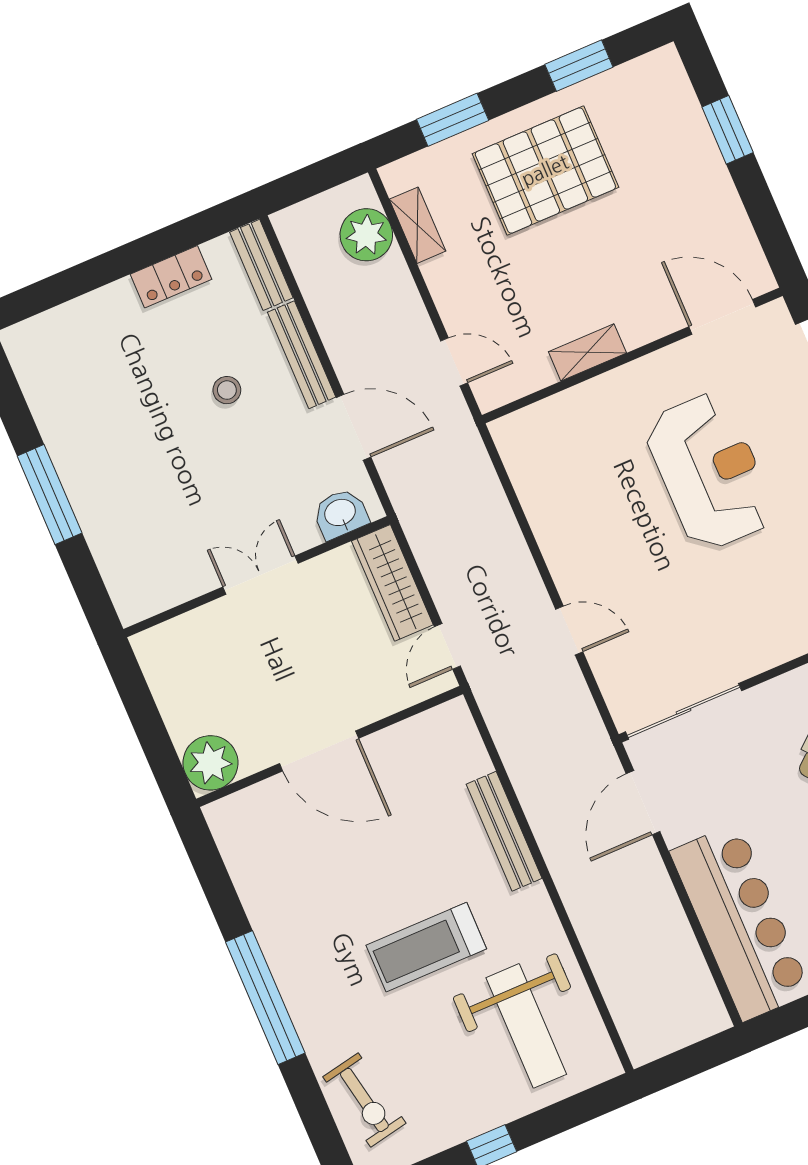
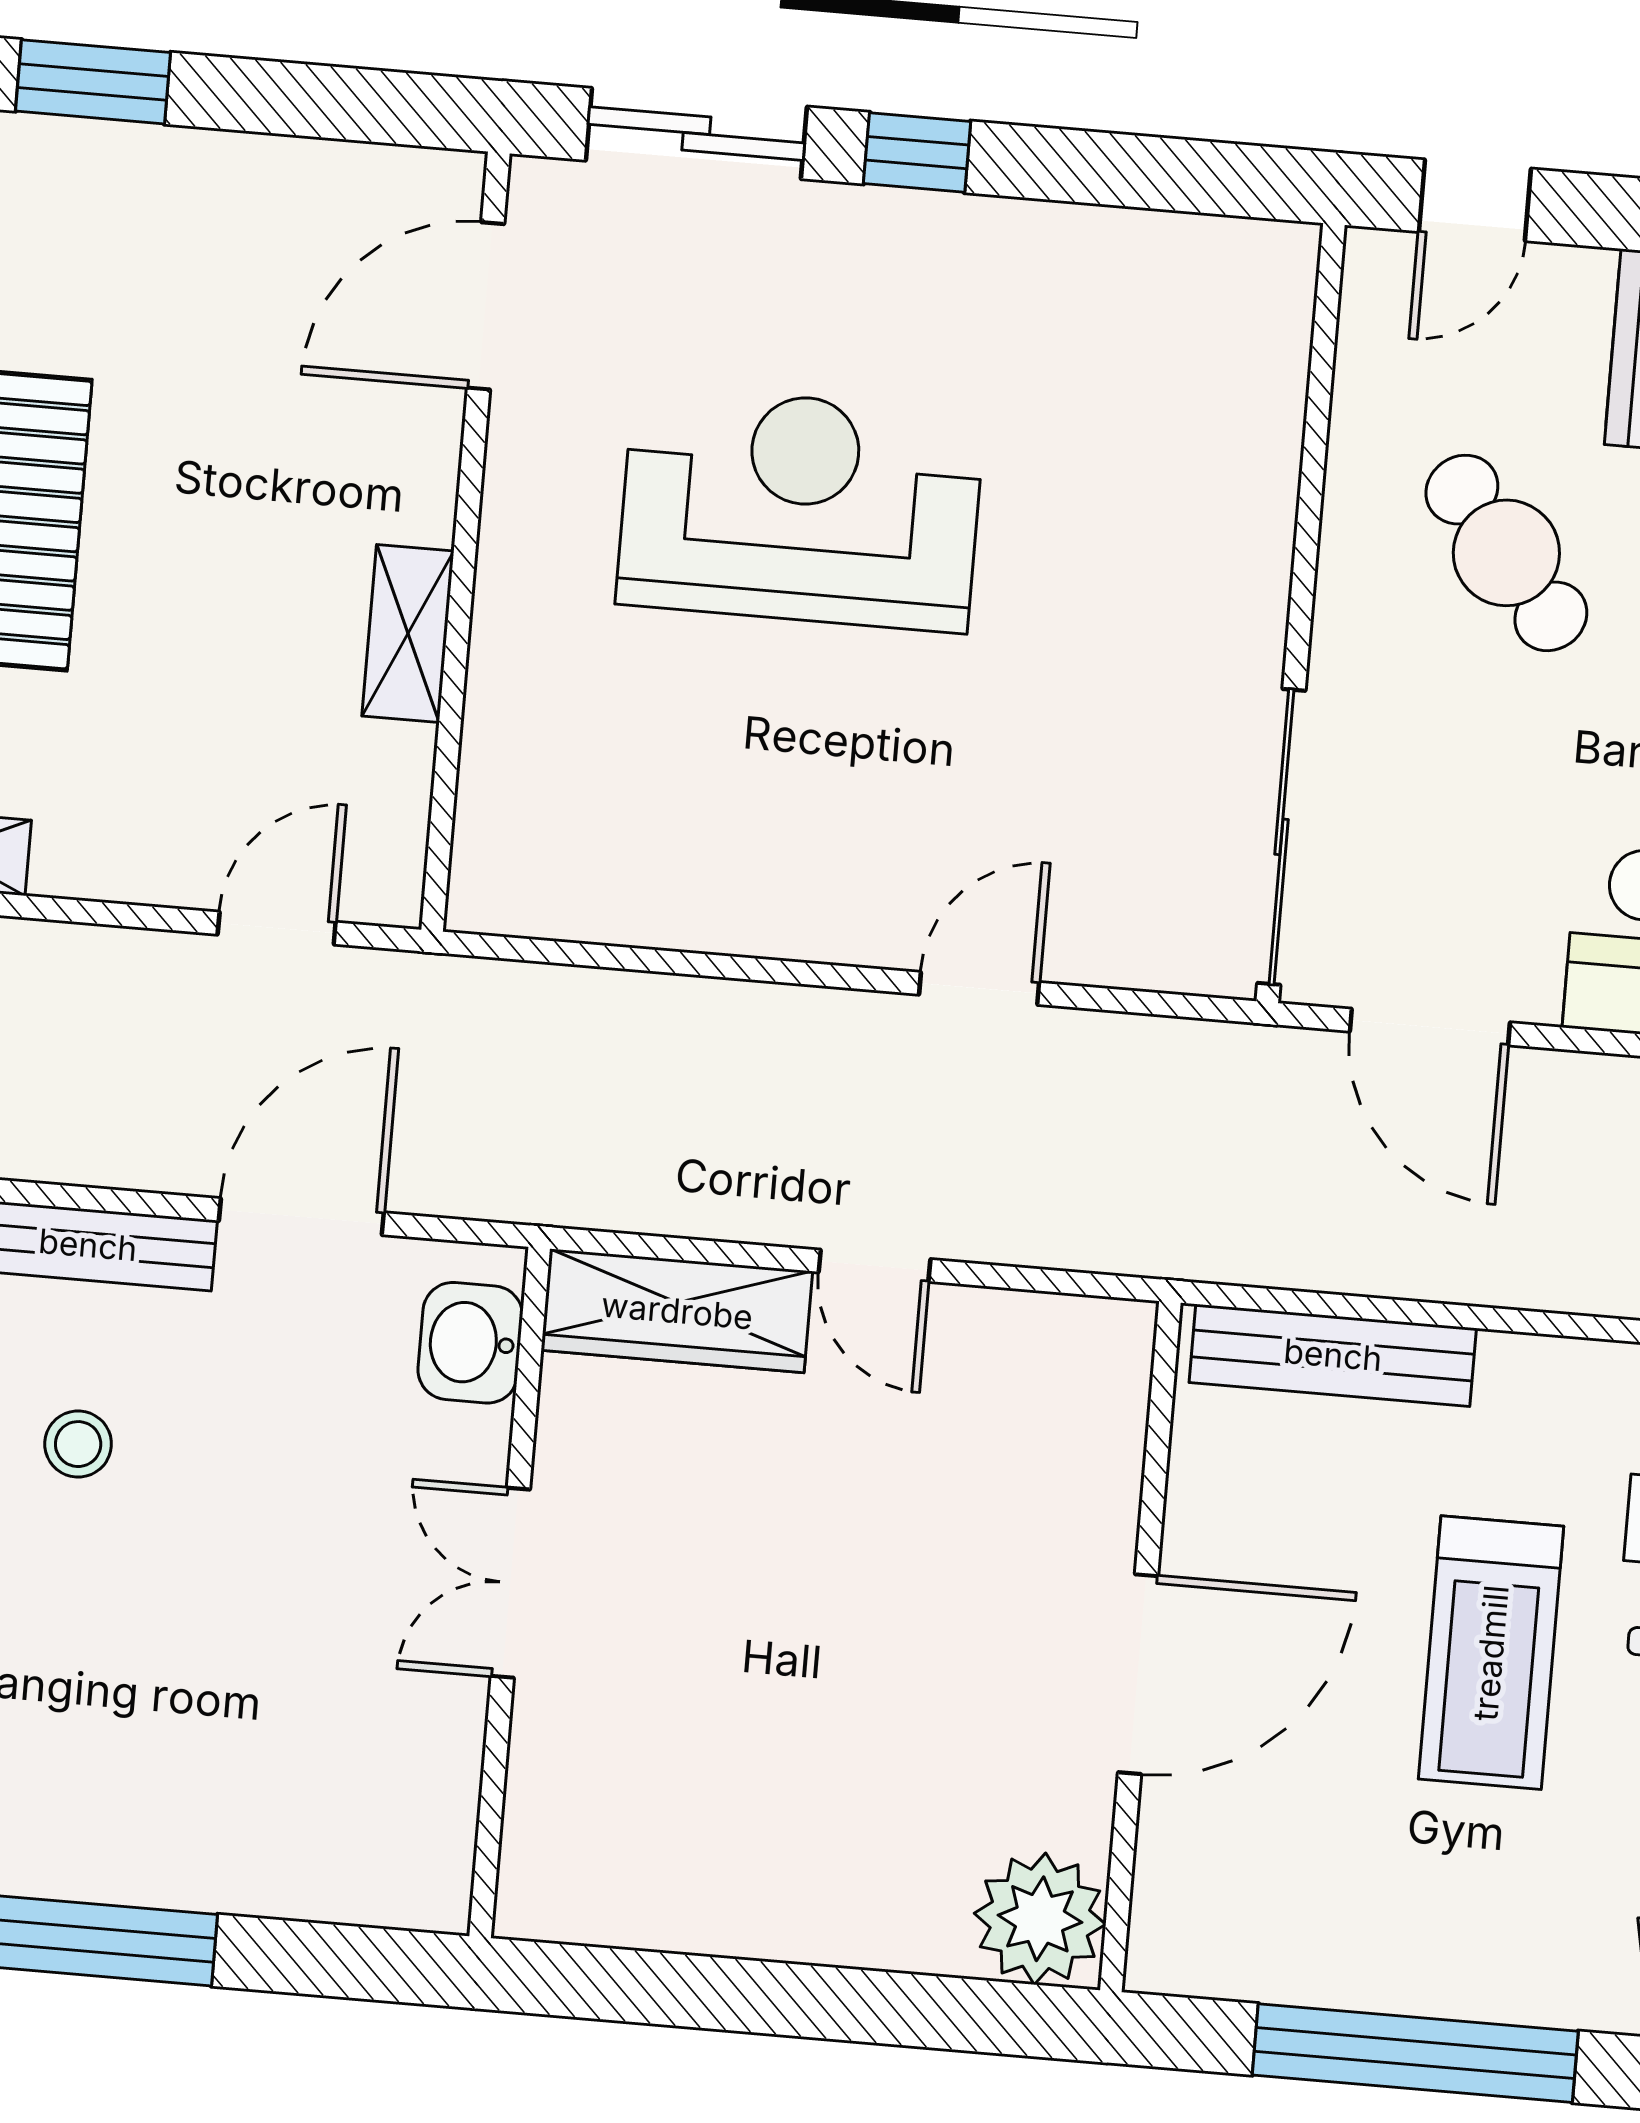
wall: (330, 746) -> (1140, 1647), moved
door: (319, 751) -> (1138, 1674), moved
plant: (211, 763) -> (1040, 1919), moved

